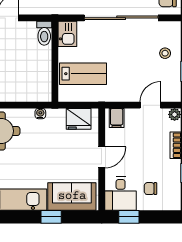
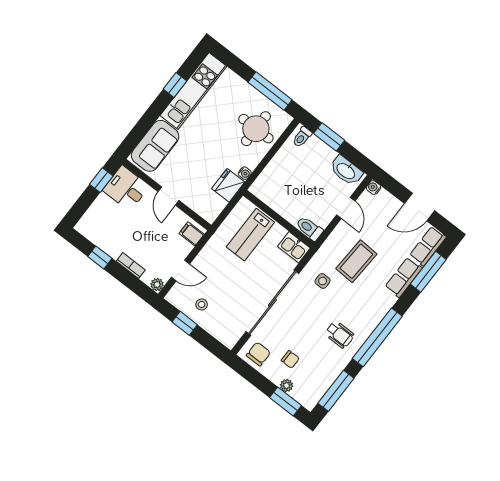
stool: (165, 53) -> (202, 304), moved
door: (150, 105) -> (180, 270), hinge flipped
fridge: (79, 119) -> (228, 185), moved
chair: (150, 189) -> (111, 217), removed
window: (51, 217) -> (175, 85), moved

